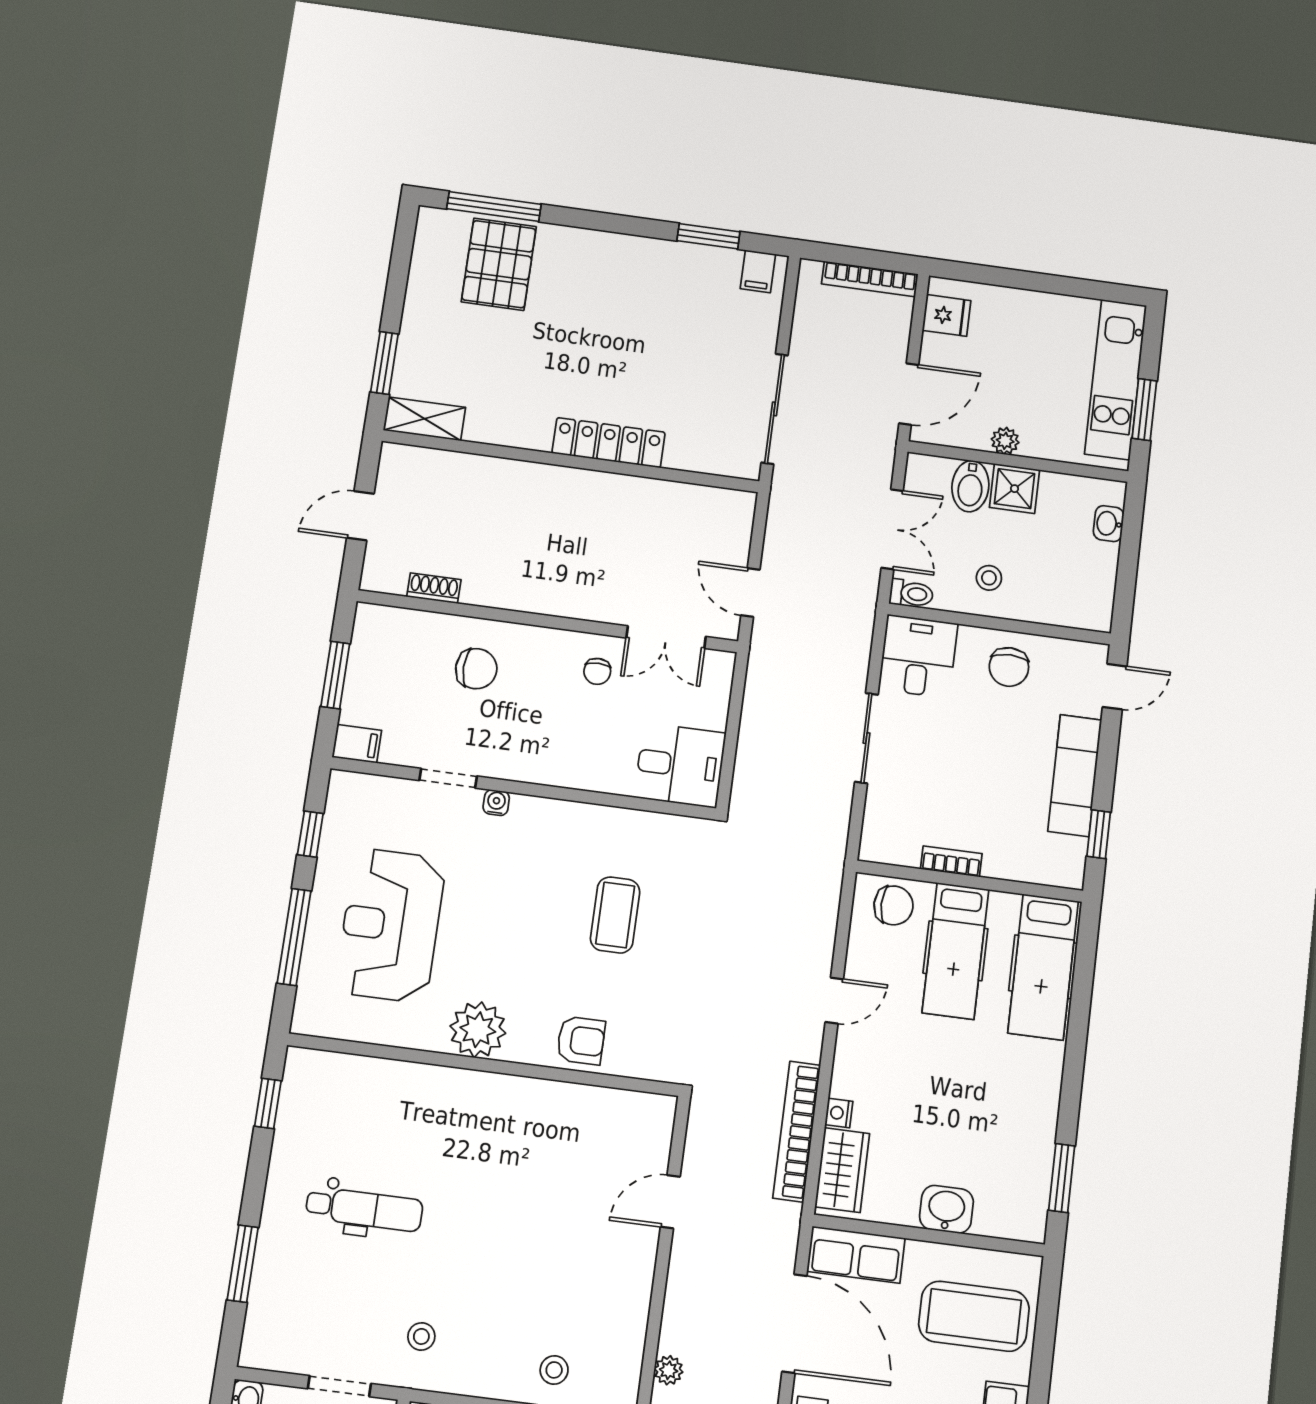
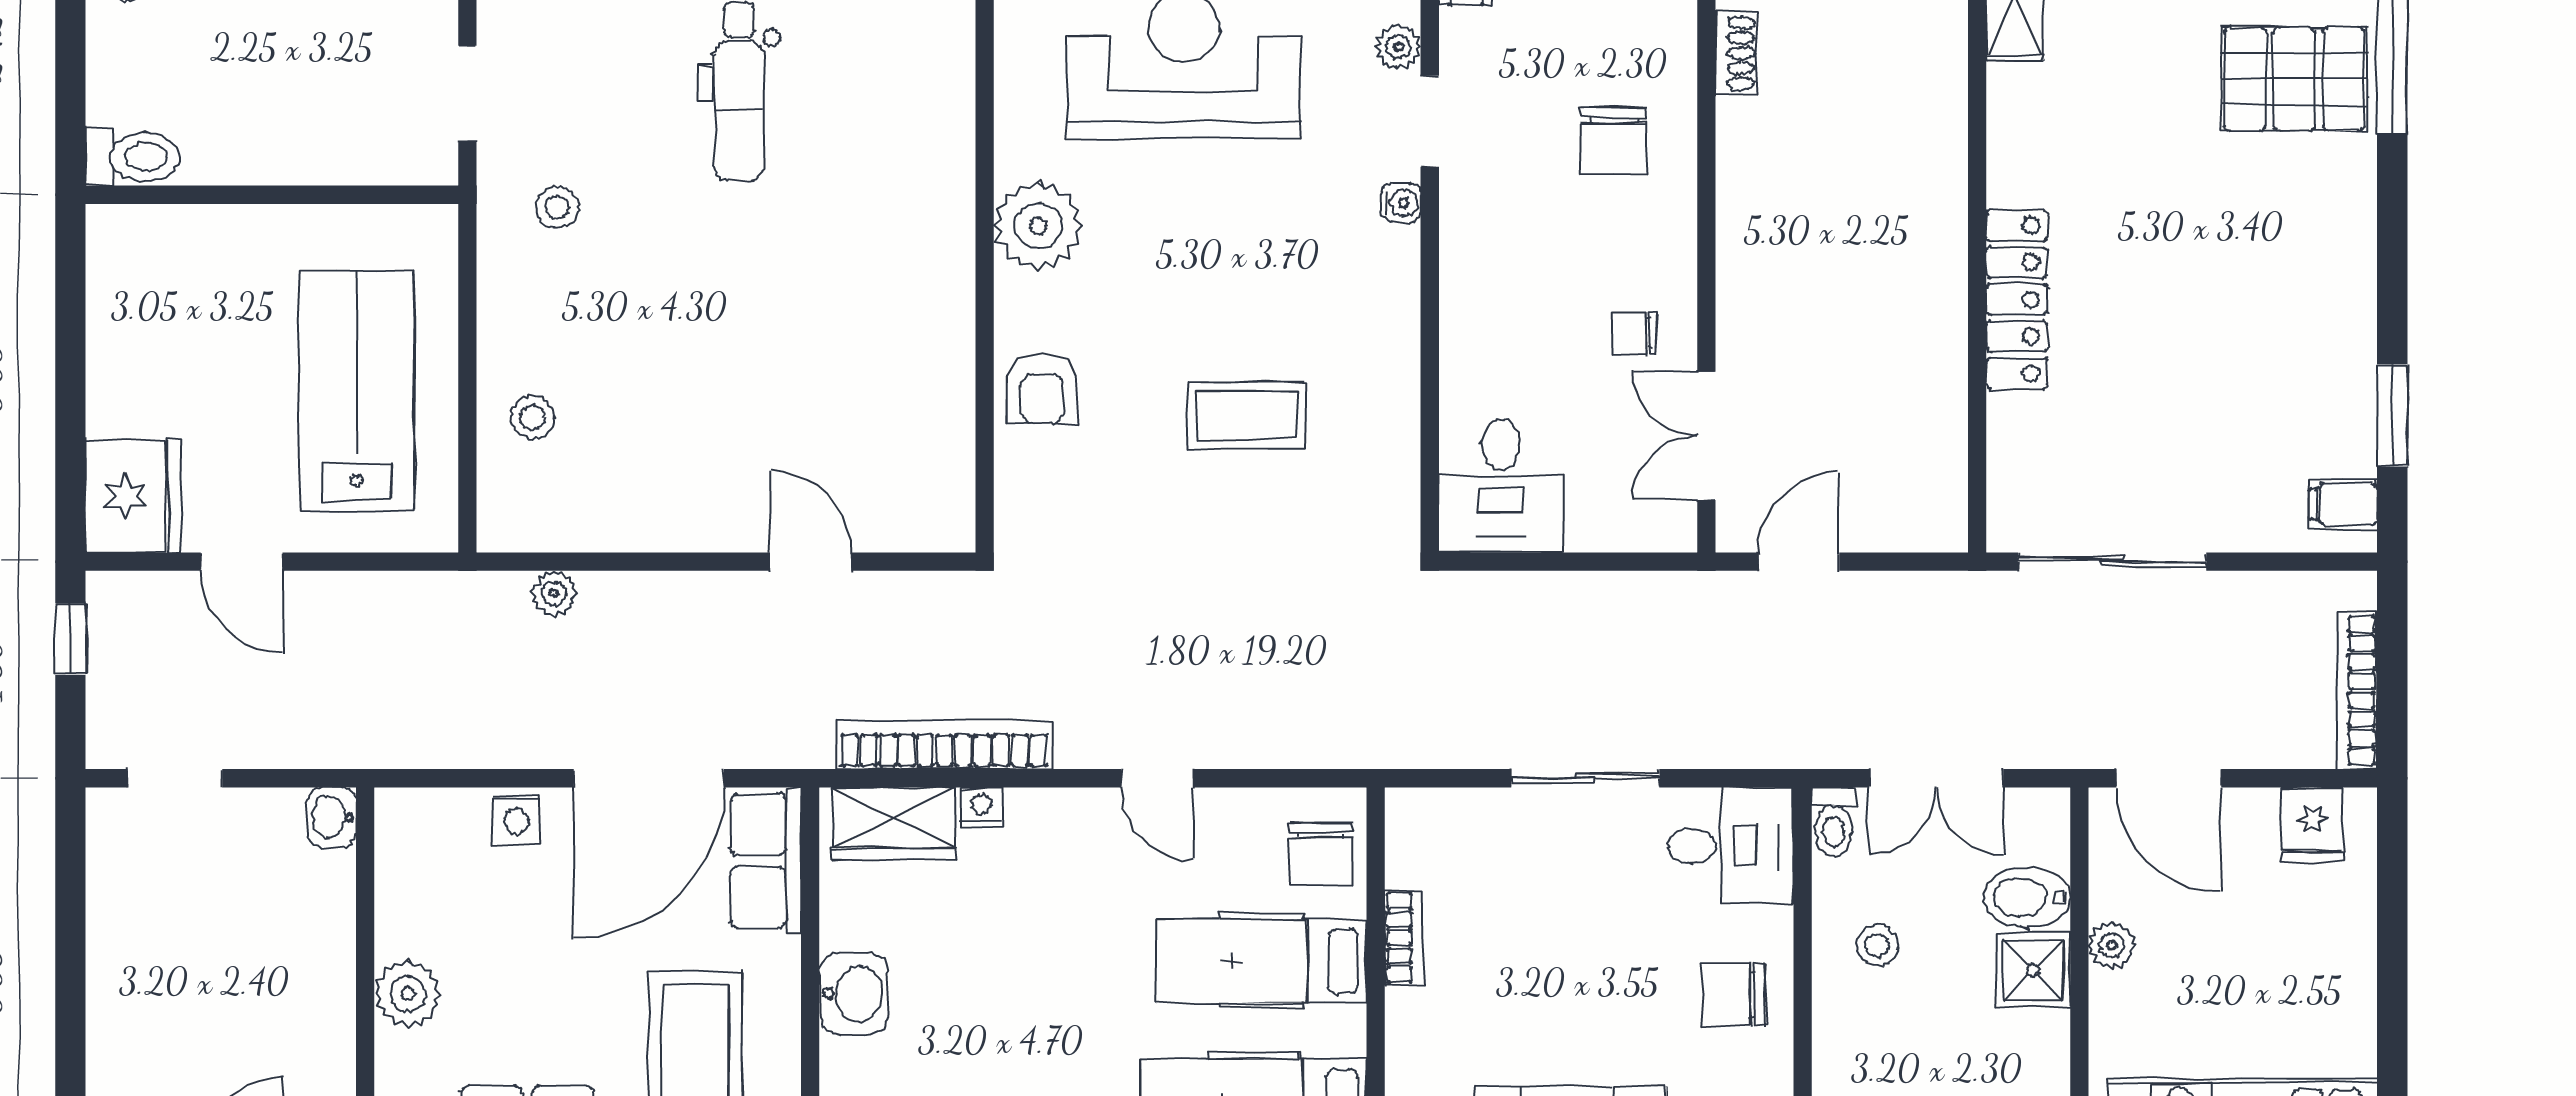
plant: (399, 791) -> (1398, 47), added

